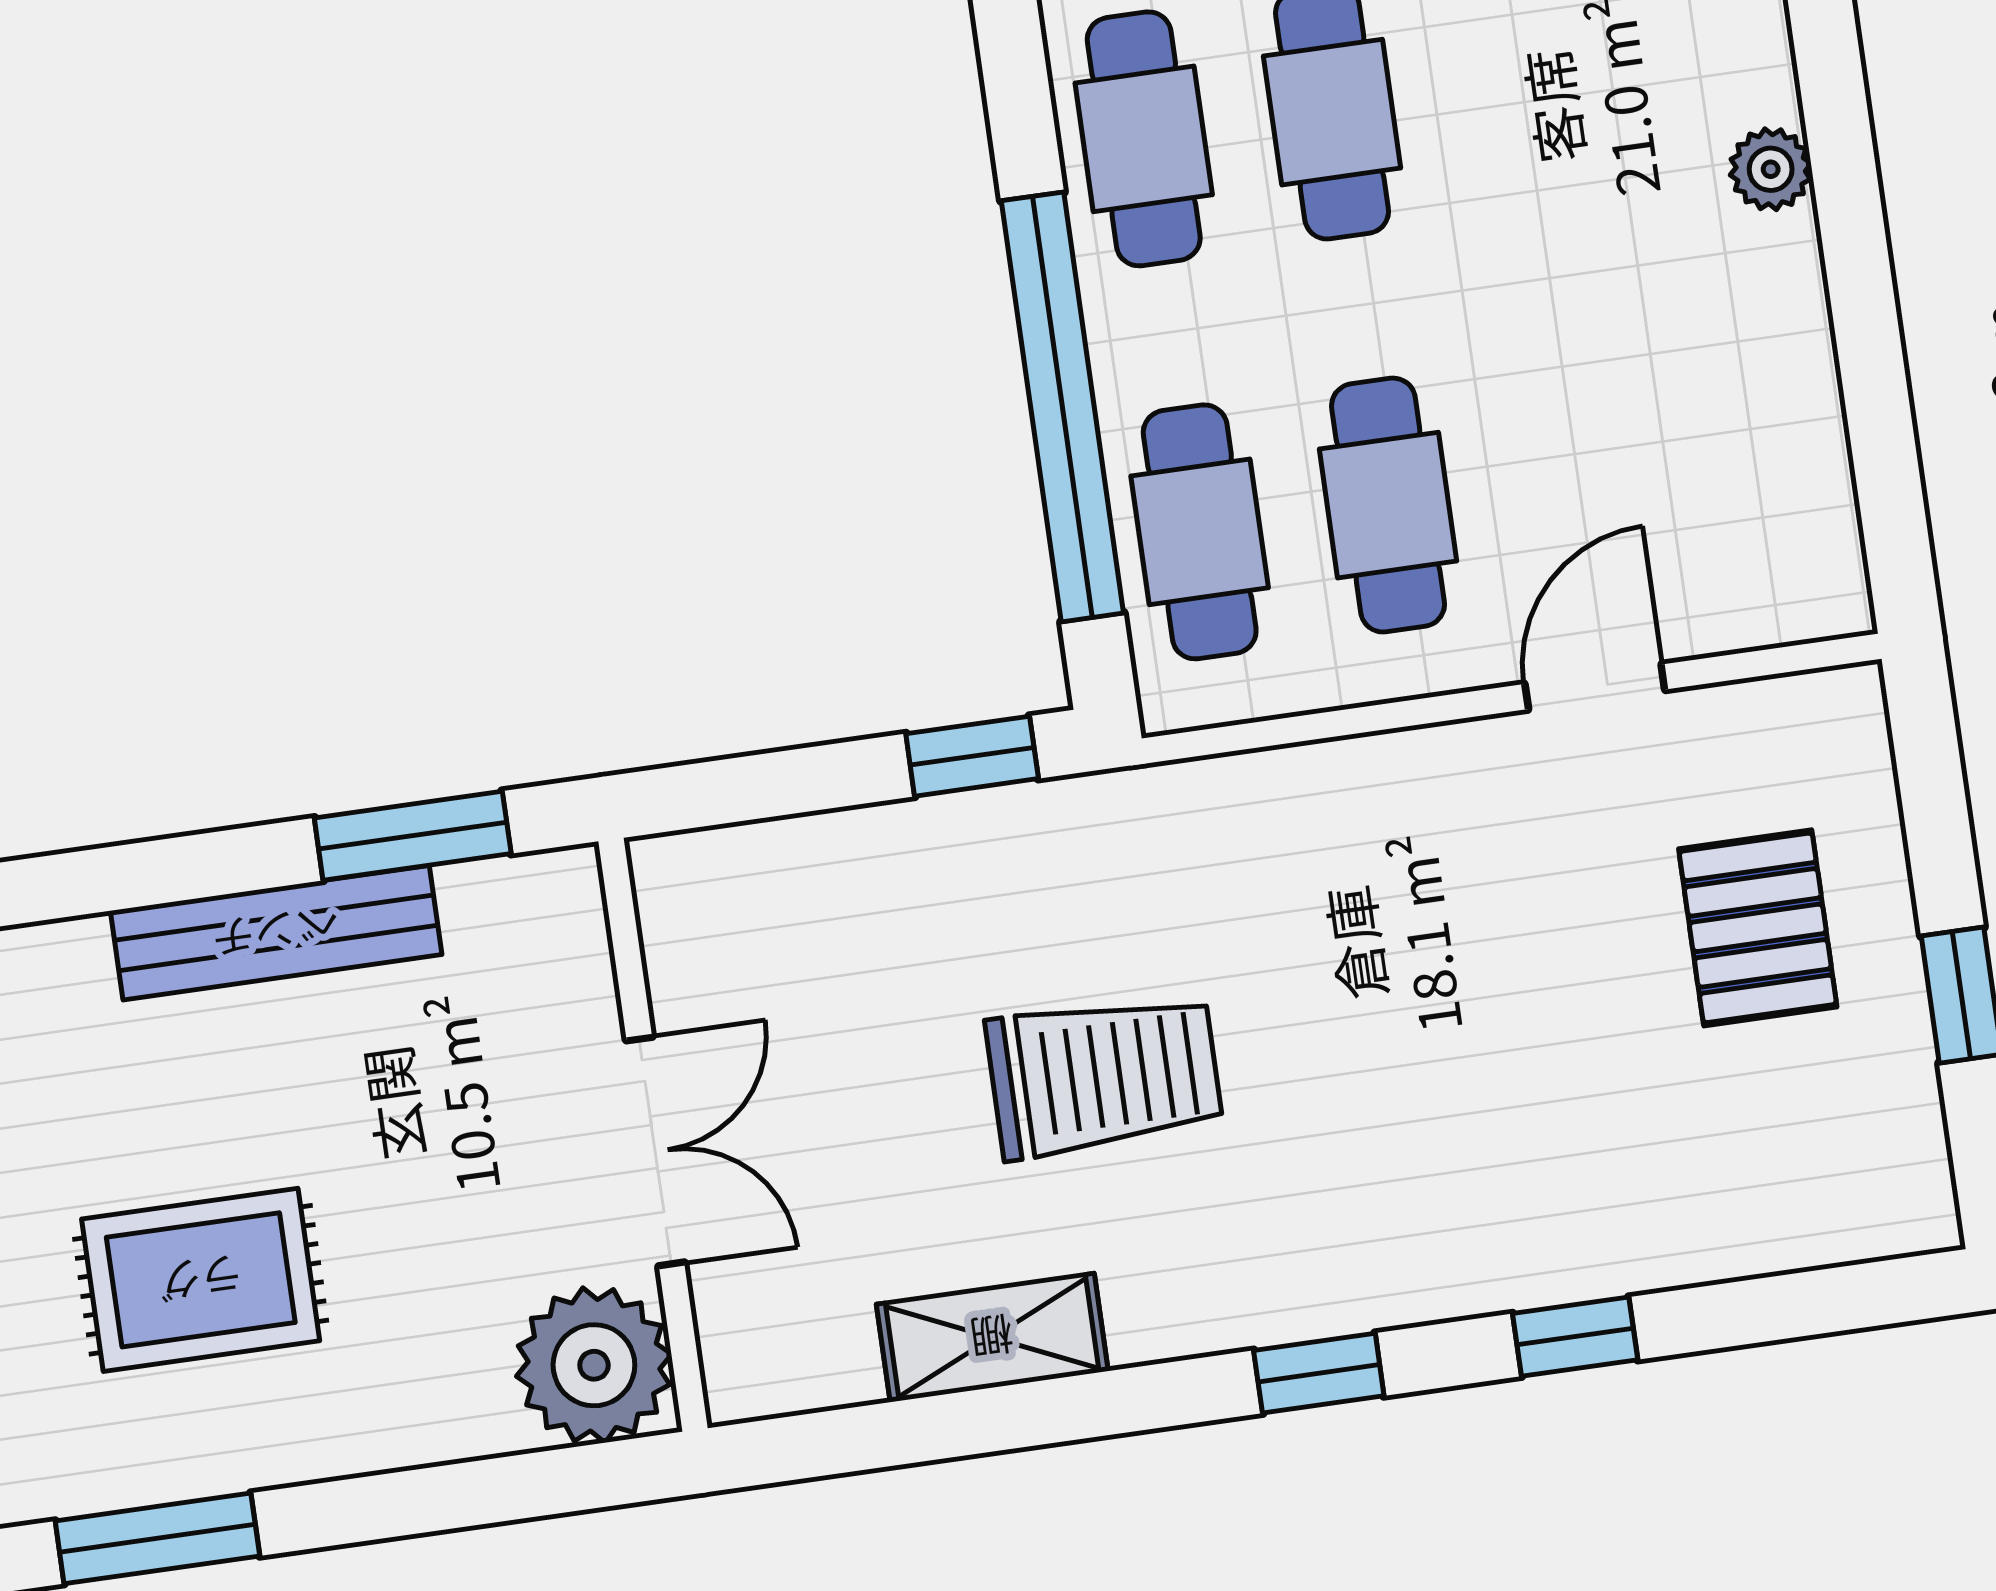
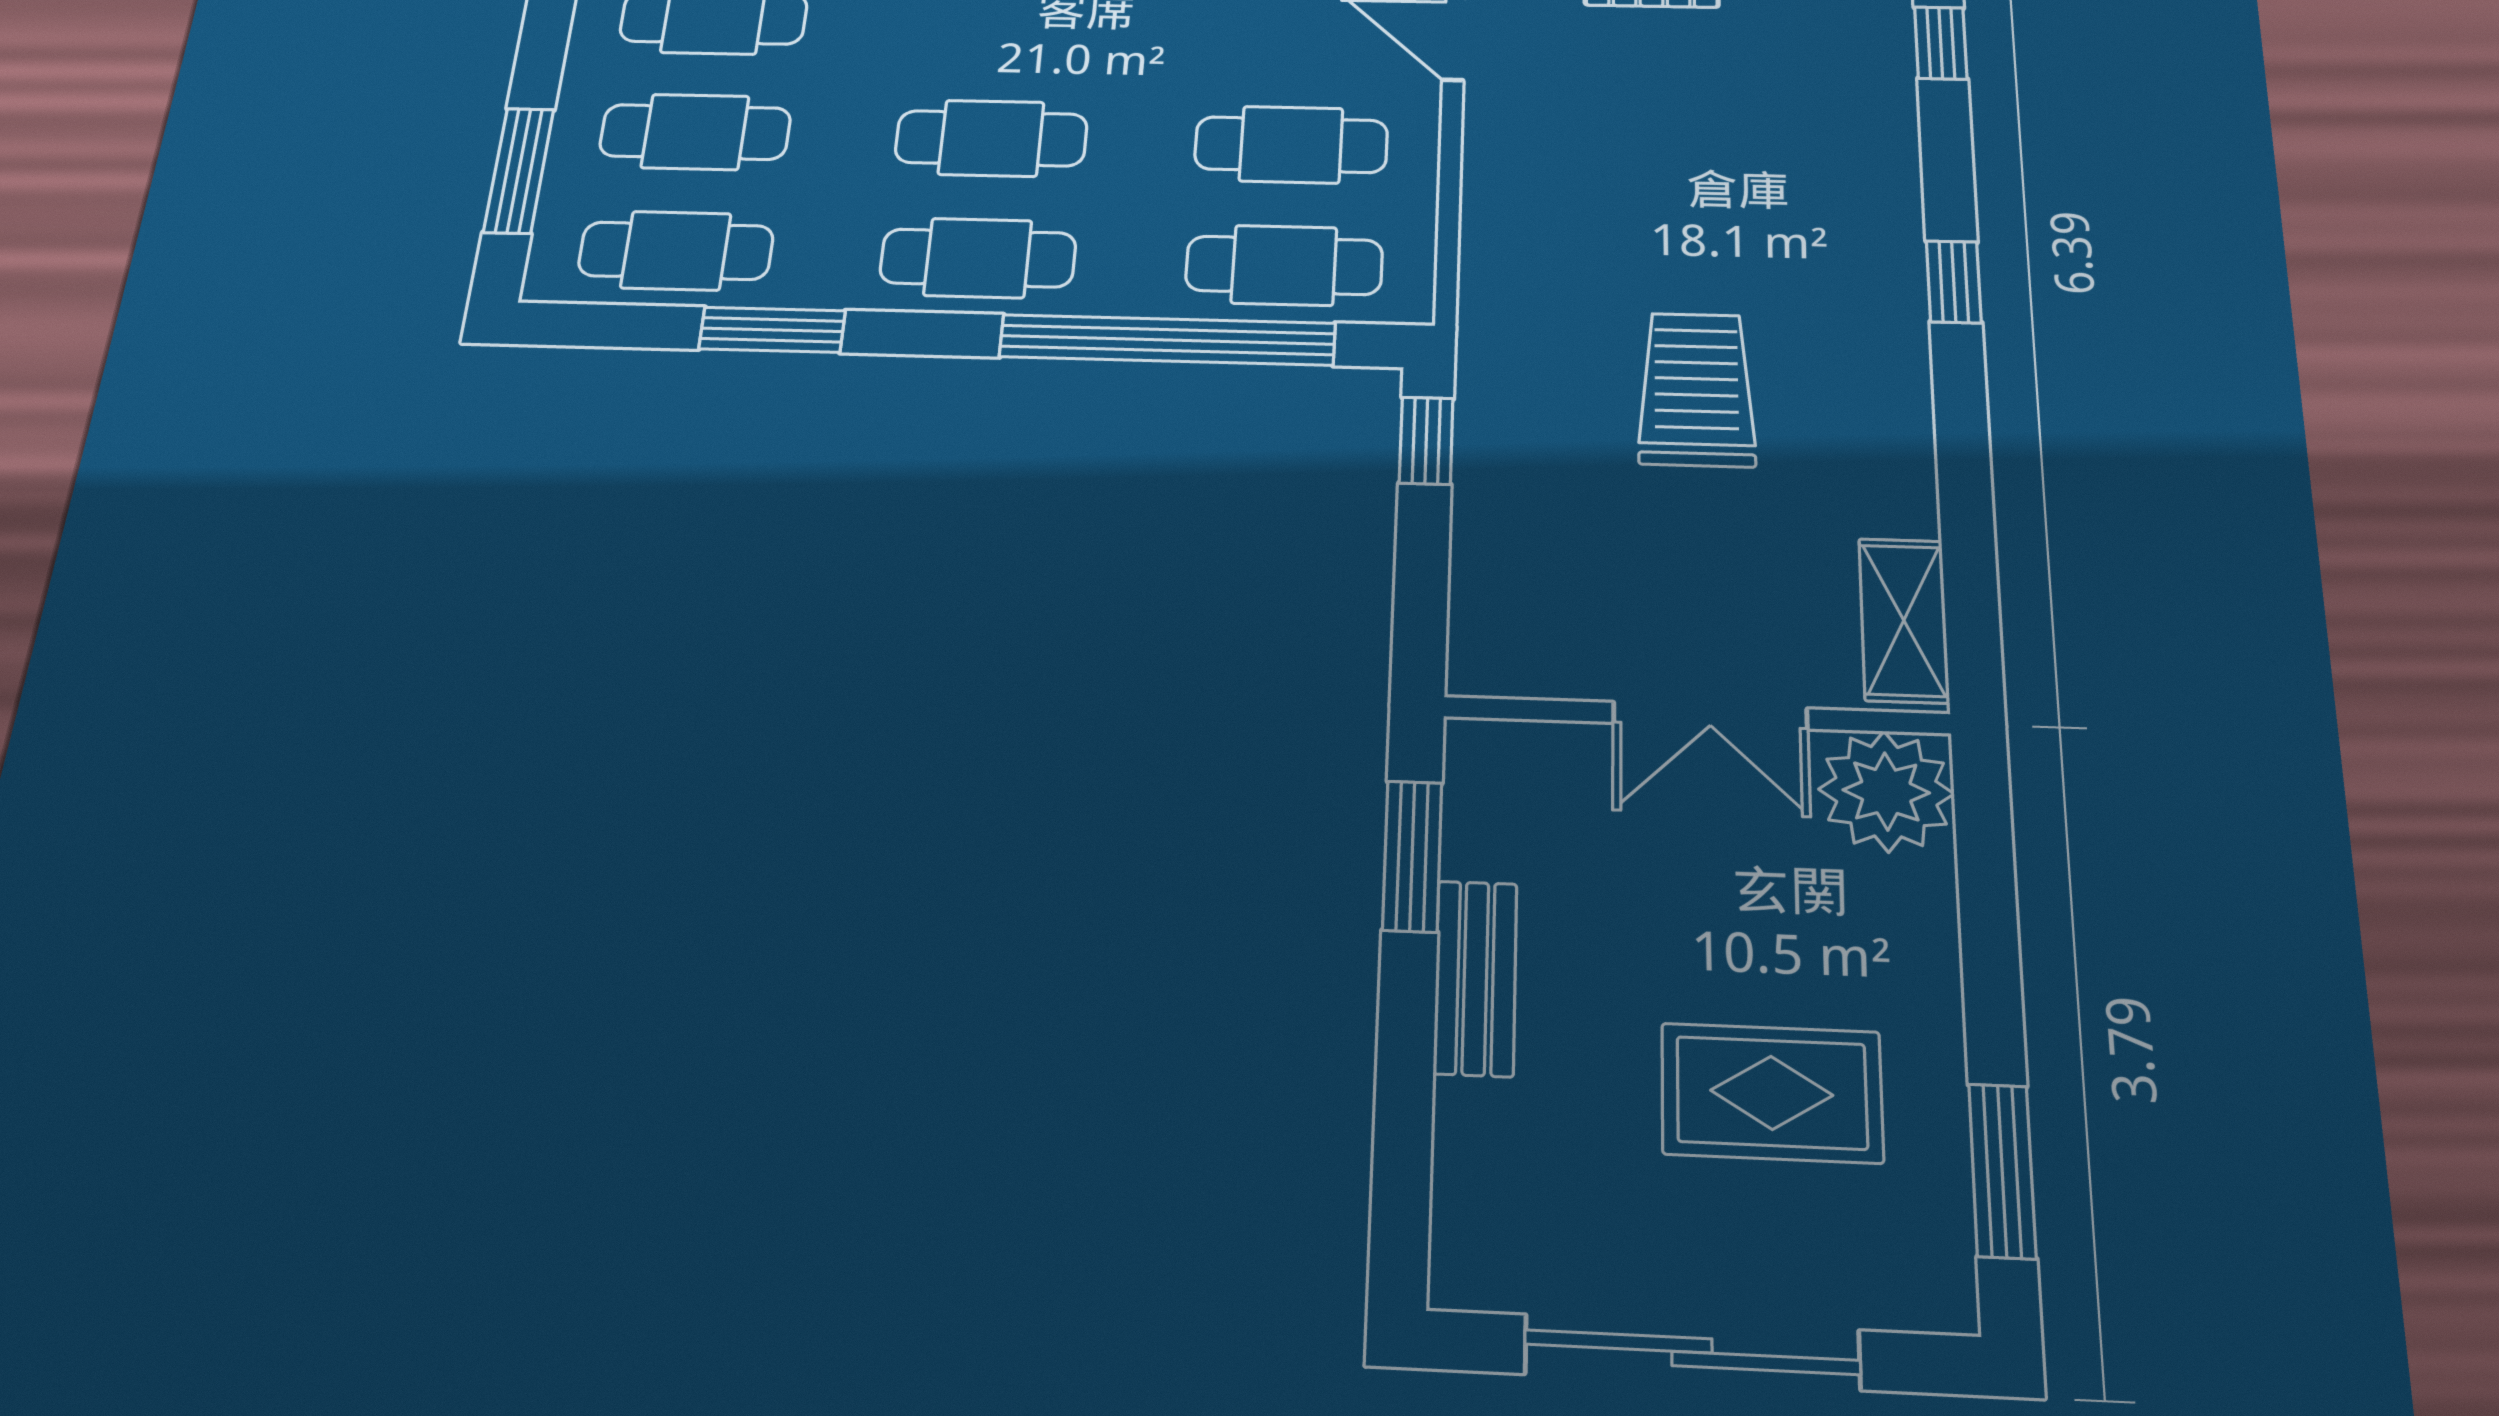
bench: (276, 933) -> (1475, 978), width x0.73
double door: (655, 1151) -> (1710, 716), swing flipped
rug: (201, 1280) -> (1772, 1093), turned 90
window: (1575, 1337) -> (1941, 43), moved
shelving: (992, 1338) -> (1904, 620), moved

